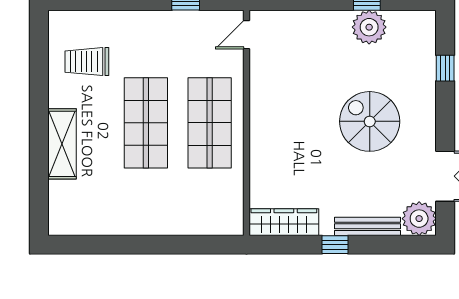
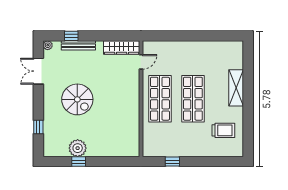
door: (247, 35) -> (141, 62), moved
plant: (419, 219) -> (48, 45), width x0.53, depth x0.53
window: (335, 245) -> (71, 36), moved

